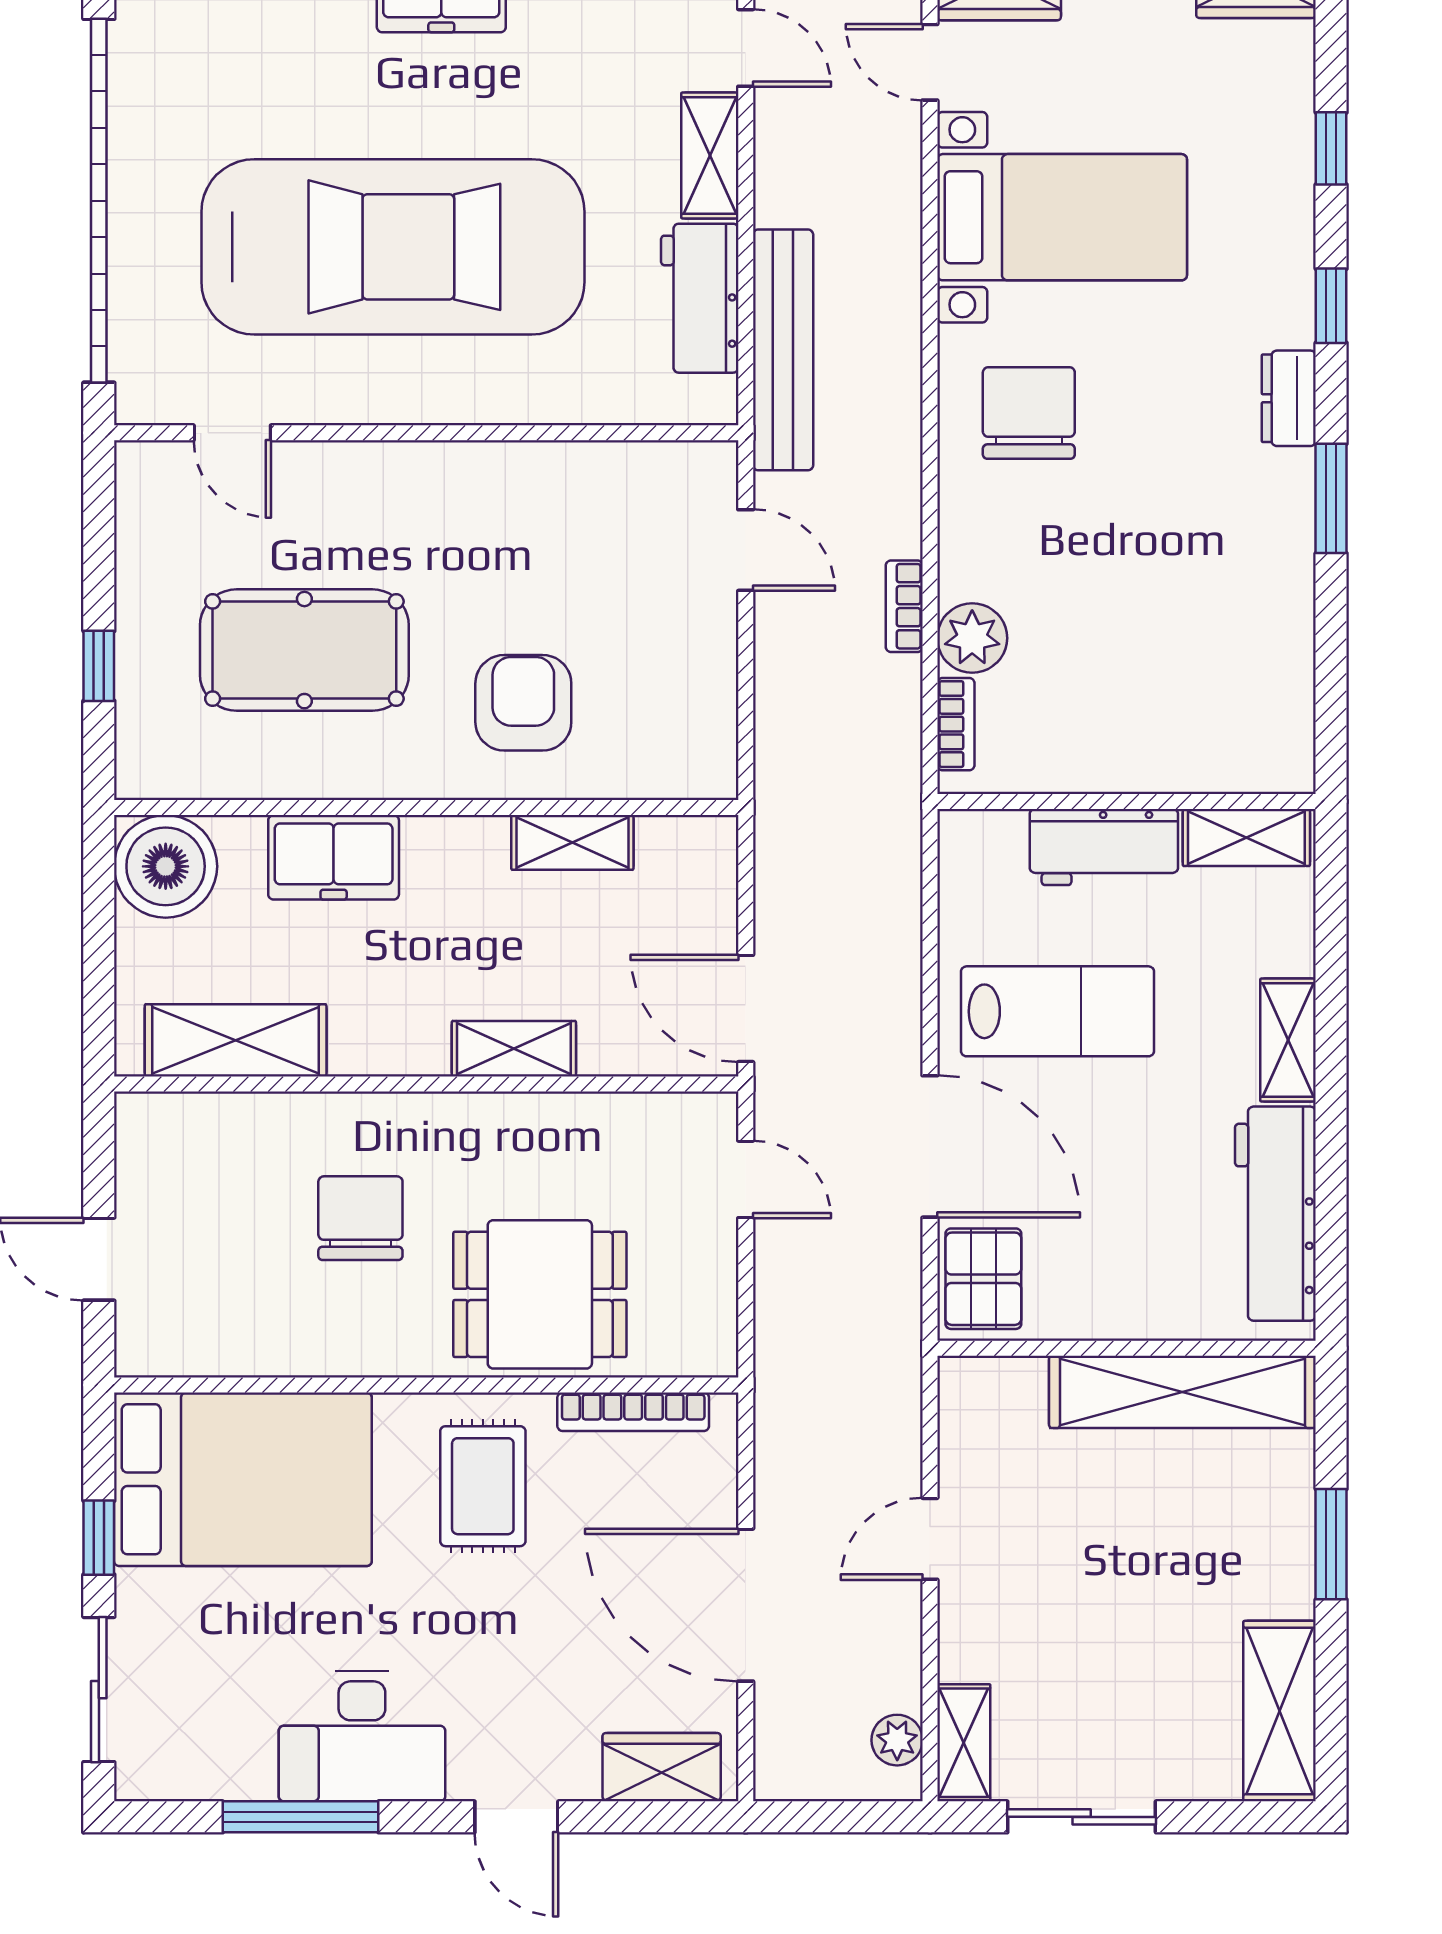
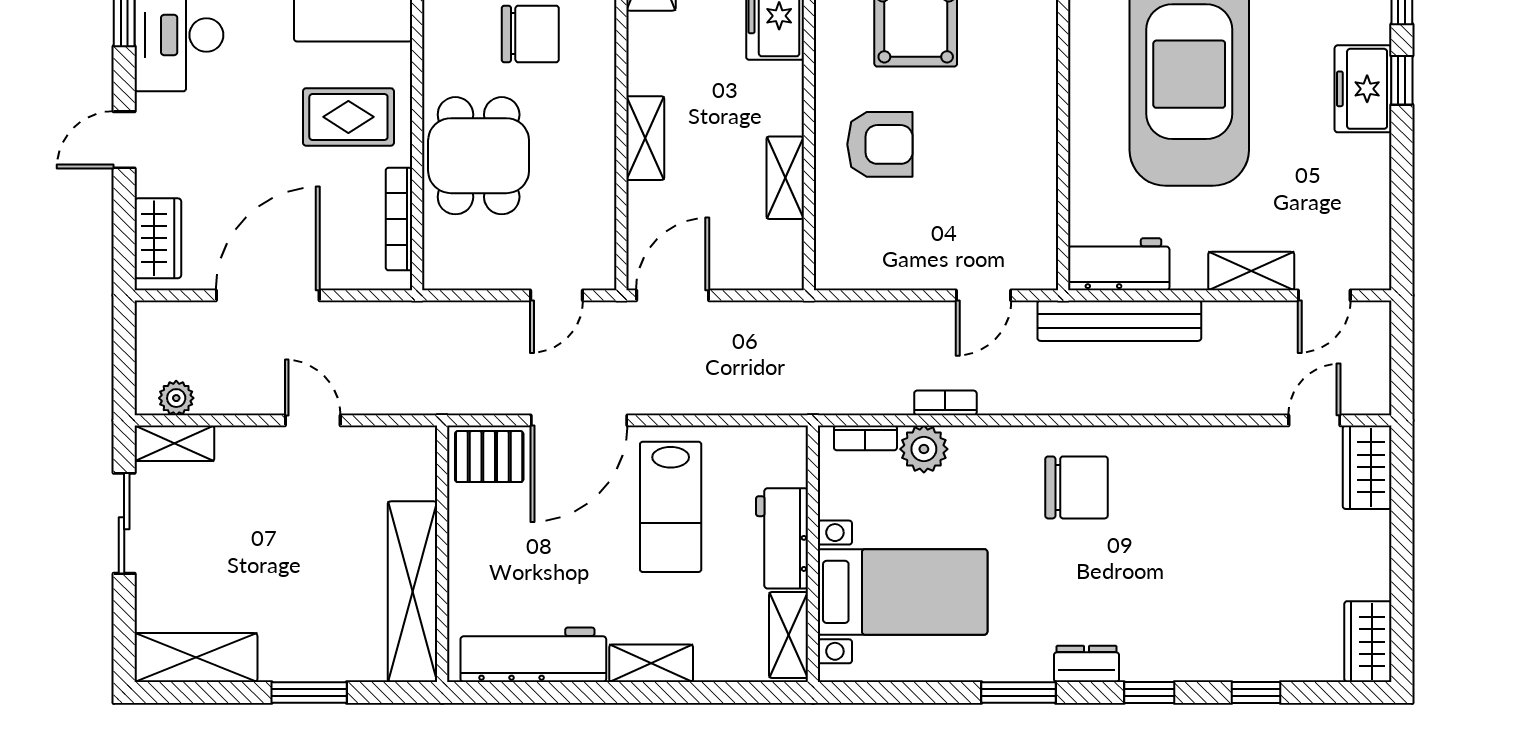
bed with nightstands: (1062, 217) -> (903, 592), moved, turned -90
workbench: (700, 298) -> (1119, 264), moved

